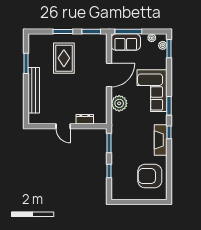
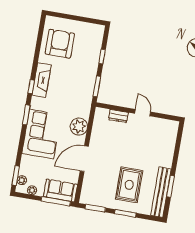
bench: (34, 90) -> (161, 192), moved
armchair: (150, 176) -> (60, 44), turned -90

